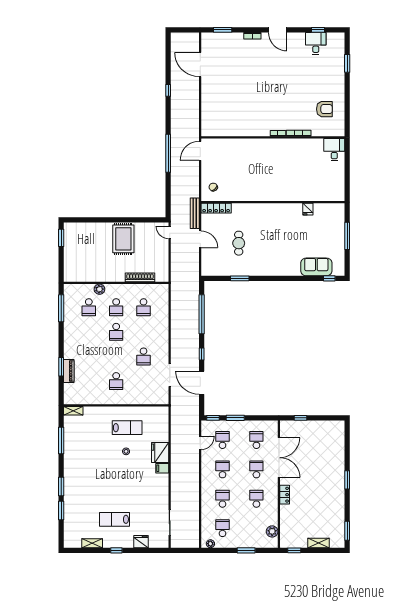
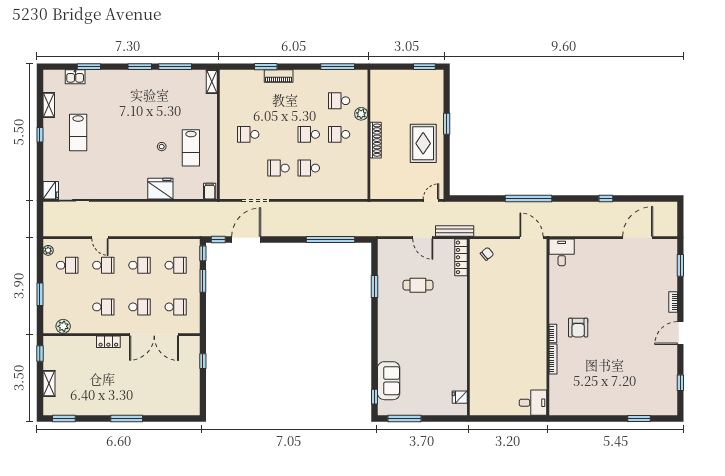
desk: (316, 43) -> (562, 252), moved, turned -90
armchair: (324, 109) -> (578, 328), moved
fridge: (308, 209) -> (460, 397), moved
window: (108, 220) -> (447, 124), added
window: (347, 236) -> (404, 419), moved
rug: (123, 239) -> (423, 143), turned 90
door: (200, 239) -> (423, 238), hinge flipped
shoe rack: (140, 277) -> (376, 140), moved
school desk: (144, 307) -> (309, 168), moved
window: (202, 354) -> (218, 239), moved
piano: (69, 371) -> (279, 76), moved
door: (200, 443) -> (100, 238), moved
filing cabinet: (162, 468) -> (210, 191), moved
window: (347, 480) -> (127, 419), width x1.44
window: (61, 487) -> (140, 67), moved
lab bench: (115, 519) -> (78, 132), turned 180
kitchen sink: (69, 522) -> (75, 77), added
fridge: (141, 542) -> (51, 190), moved

